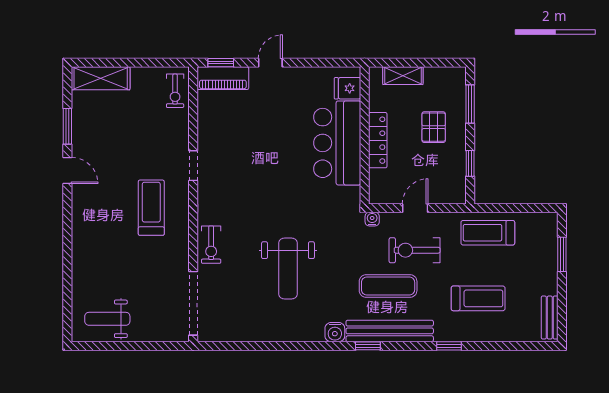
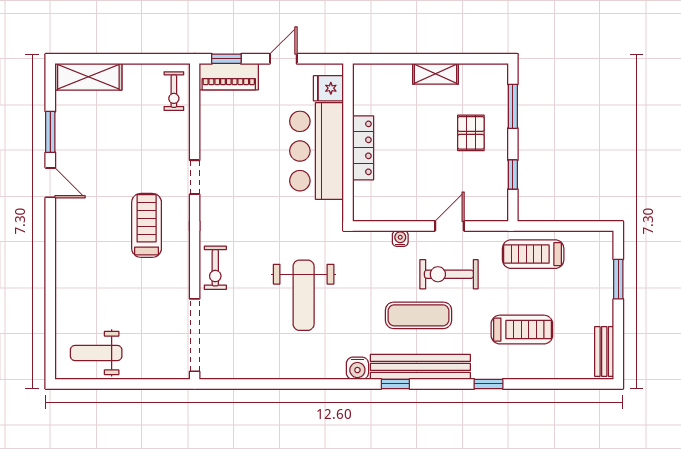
fridge: (348, 88) -> (328, 88), moved
wall: (365, 135) -> (348, 142), moved
locker: (378, 140) -> (363, 148), moved
bar counter: (337, 143) -> (317, 151), moved

